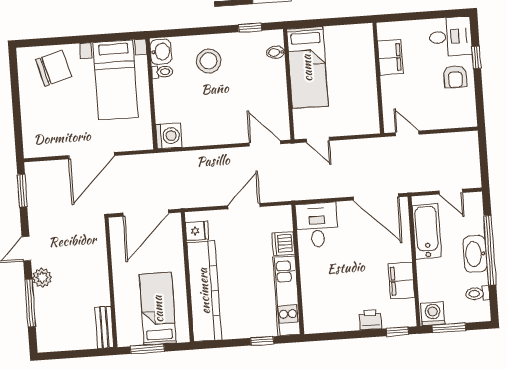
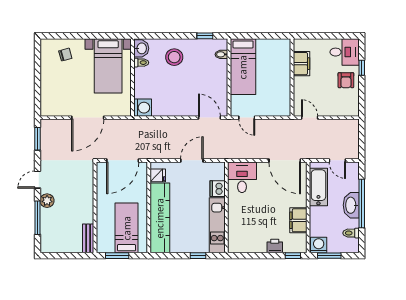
chair: (54, 68) -> (65, 55), width x0.54, depth x0.54

